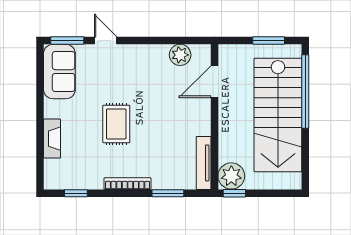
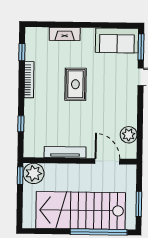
rug: (116, 124) -> (75, 84), turned 90
tv unit: (204, 163) -> (65, 152), moved
bookcase: (128, 184) -> (29, 80), moved
window: (168, 193) -> (21, 124), width x0.67

